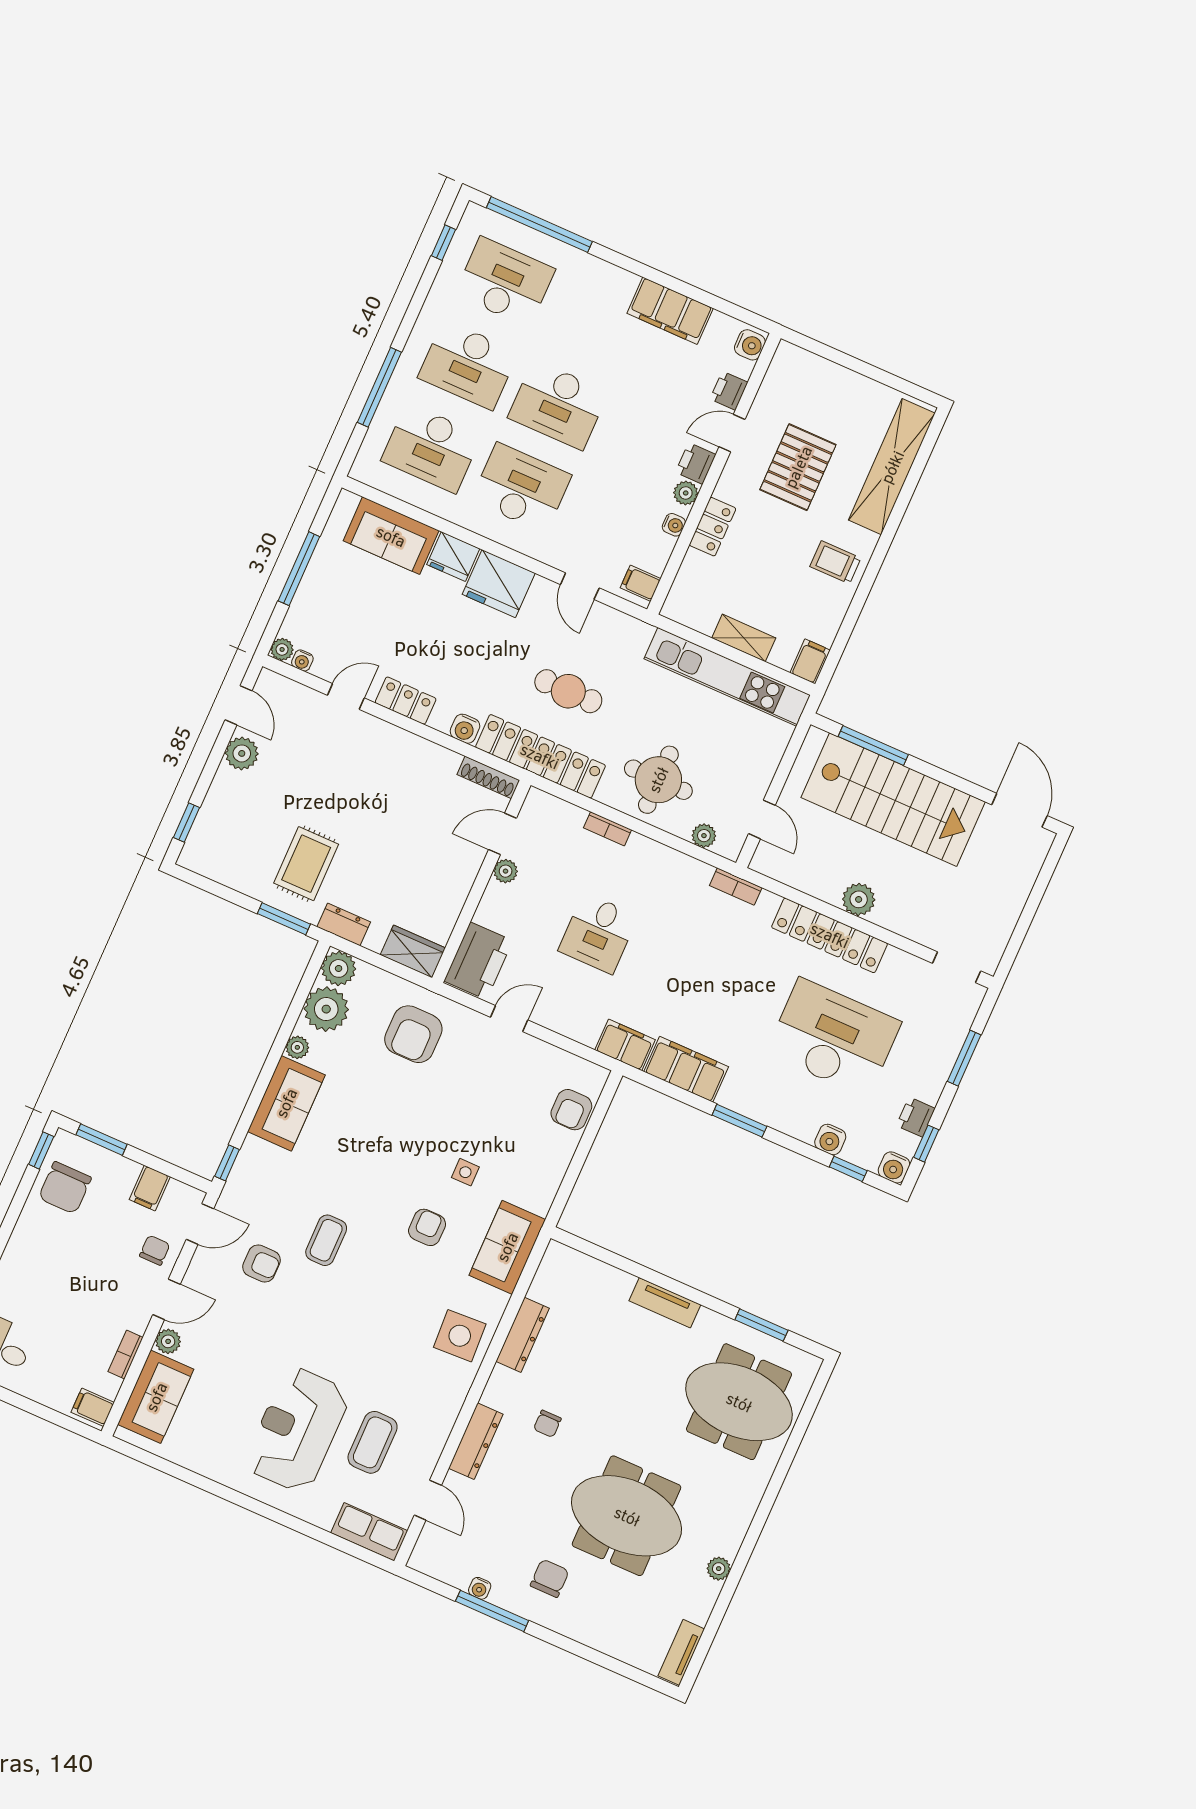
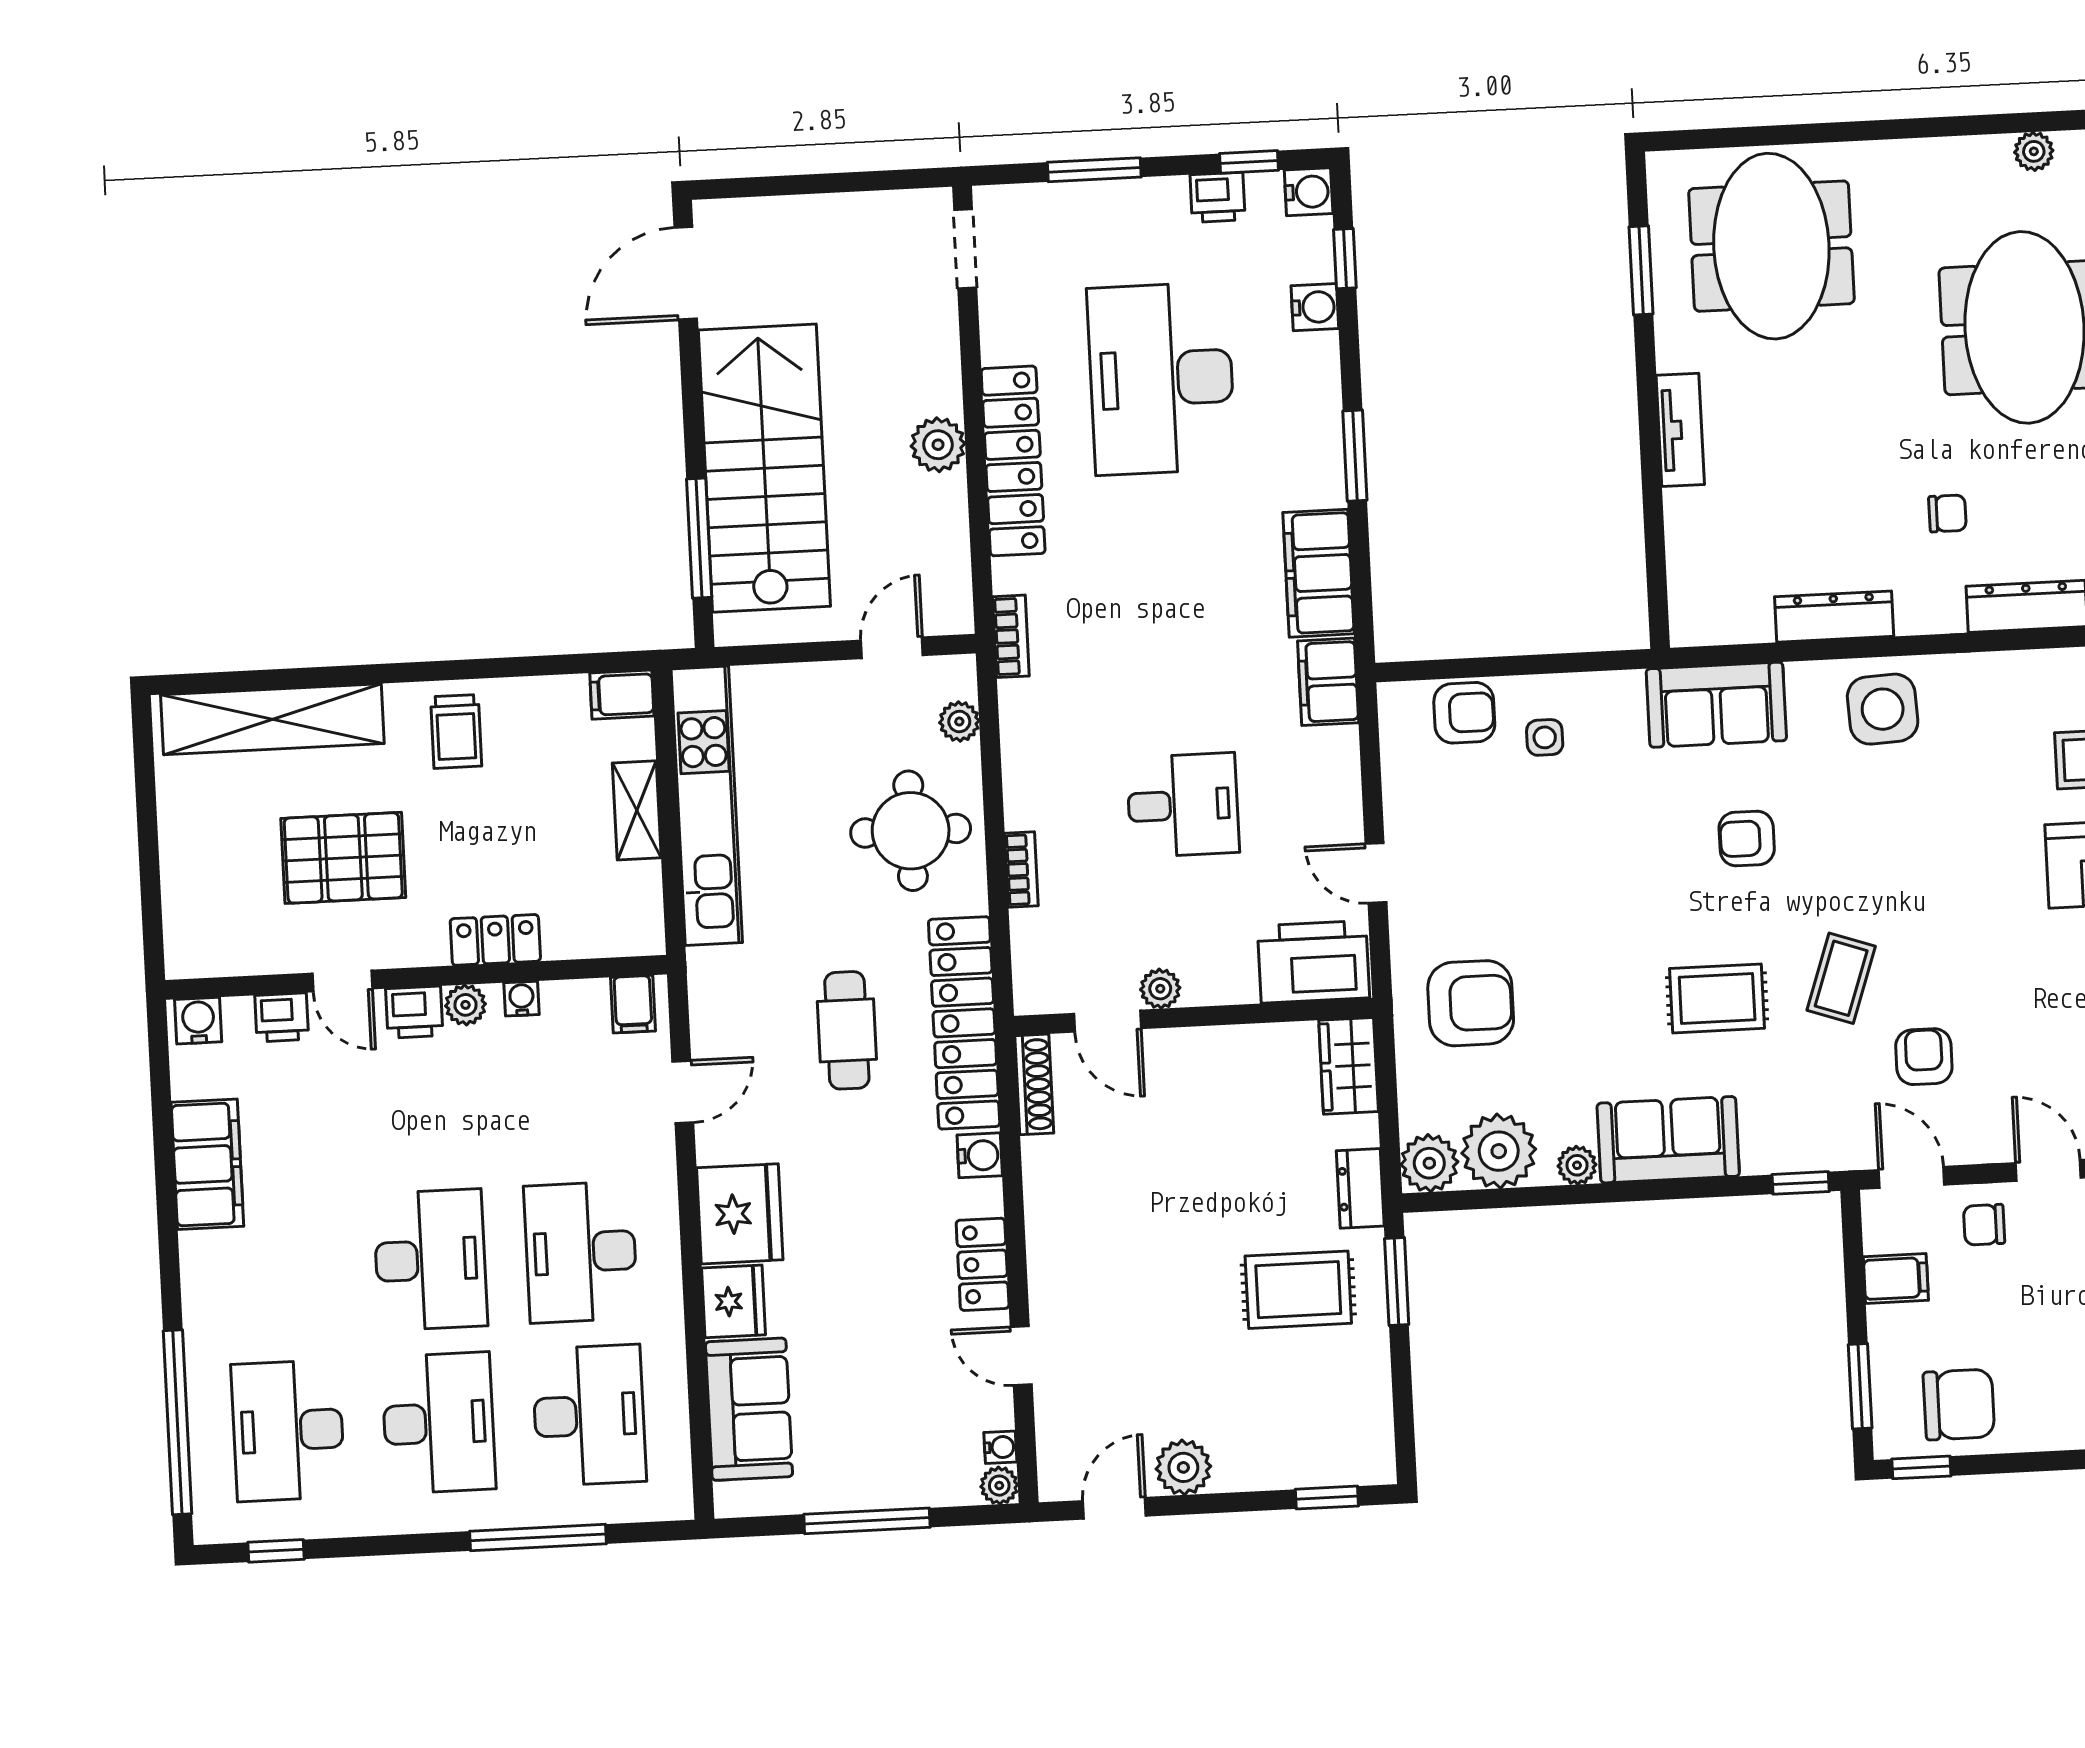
rug: (349, 1168) -> (1717, 998), added
side table: (465, 1172) -> (1545, 737), moved
coffee table: (326, 1240) -> (1841, 978), turned -71

